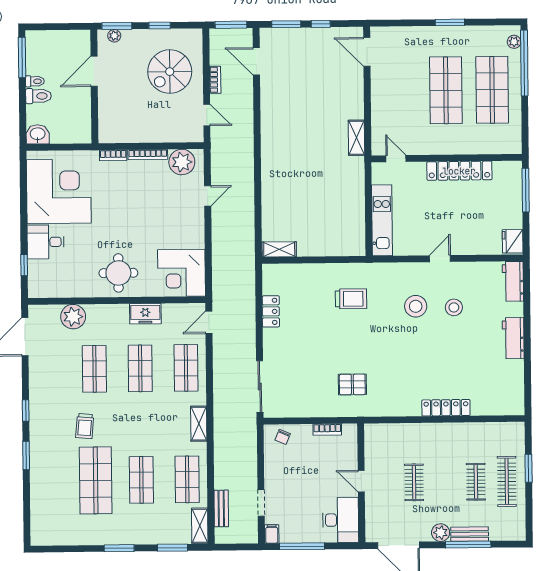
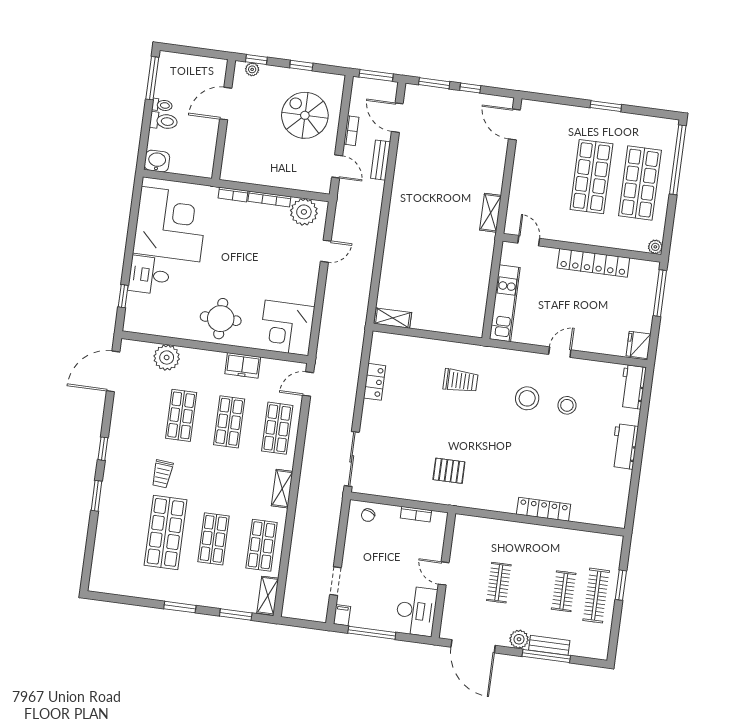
window: (117, 26) -> (256, 60), width x0.67
plant: (514, 42) -> (655, 247), moved
spiral stairs: (170, 72) -> (305, 115), turned 90
bench: (221, 508) -> (381, 160), moved

